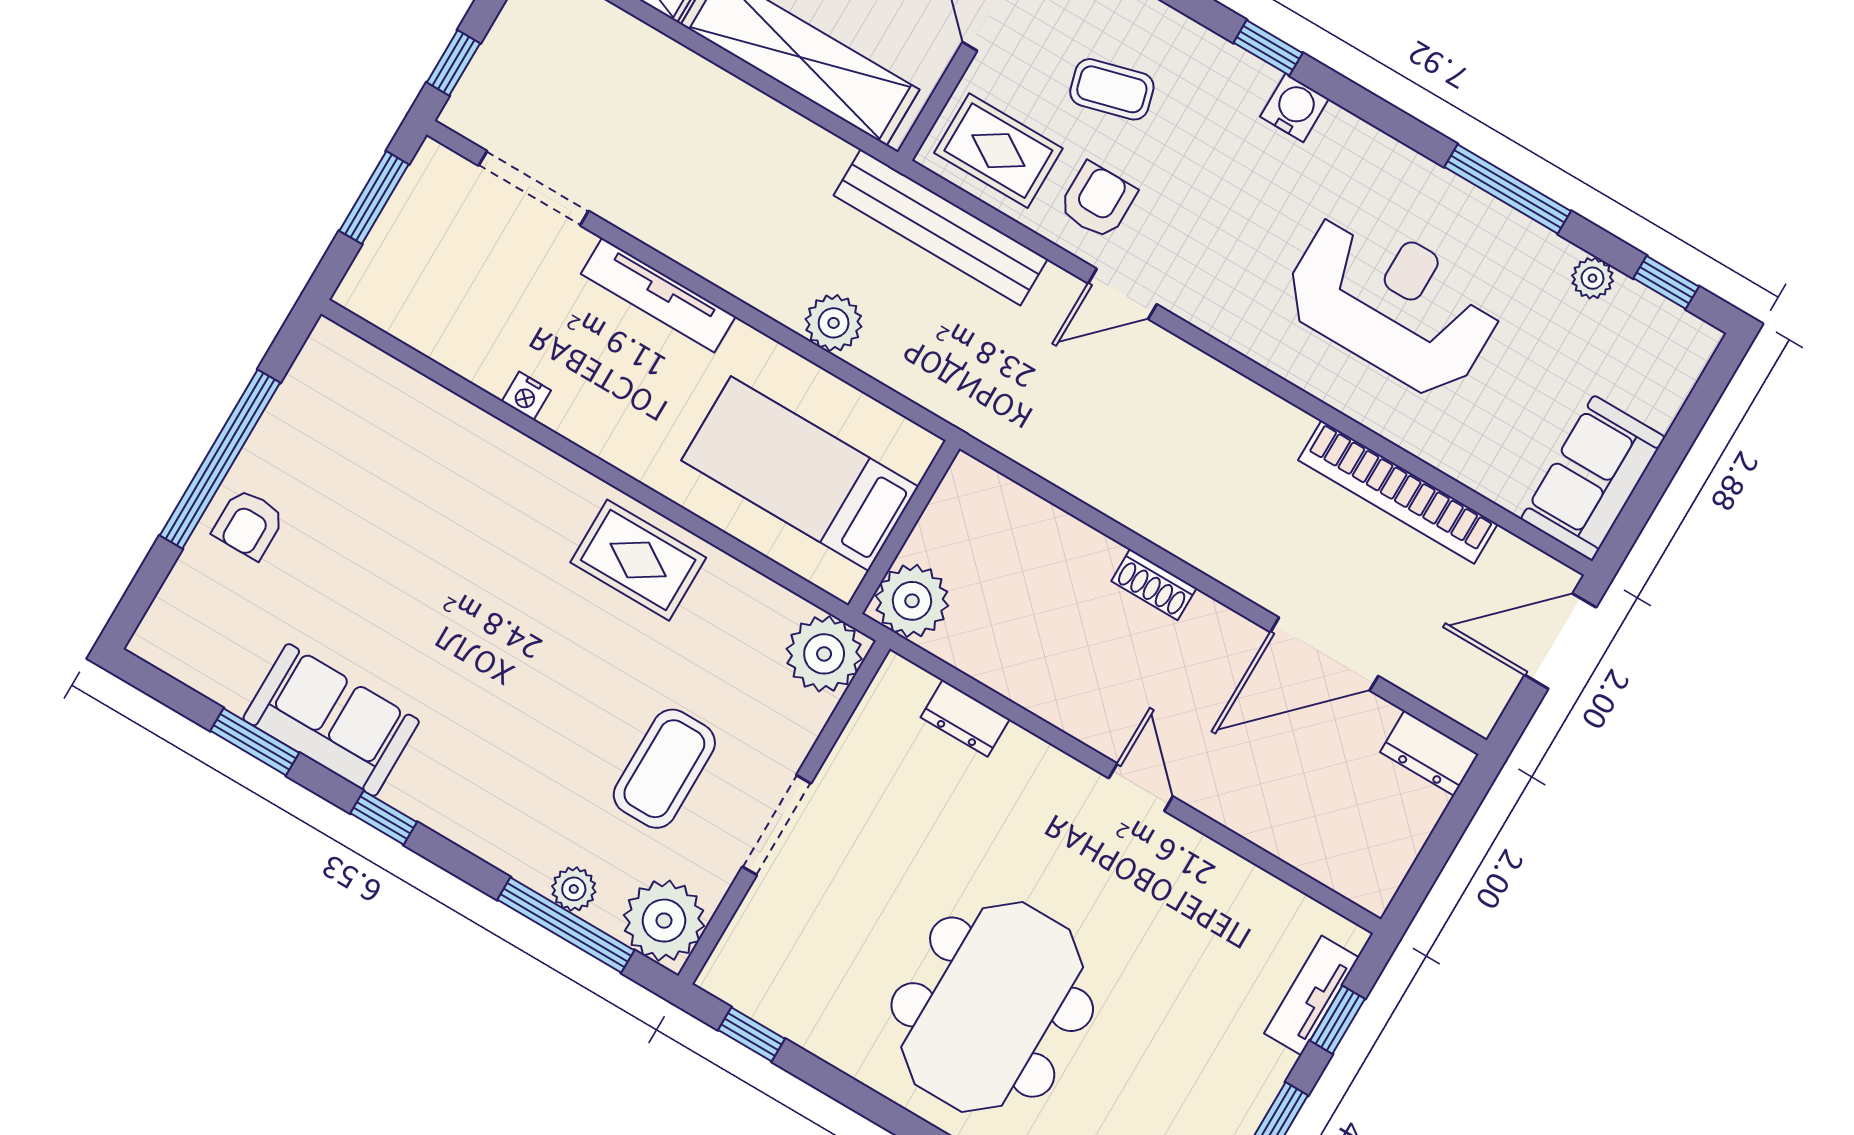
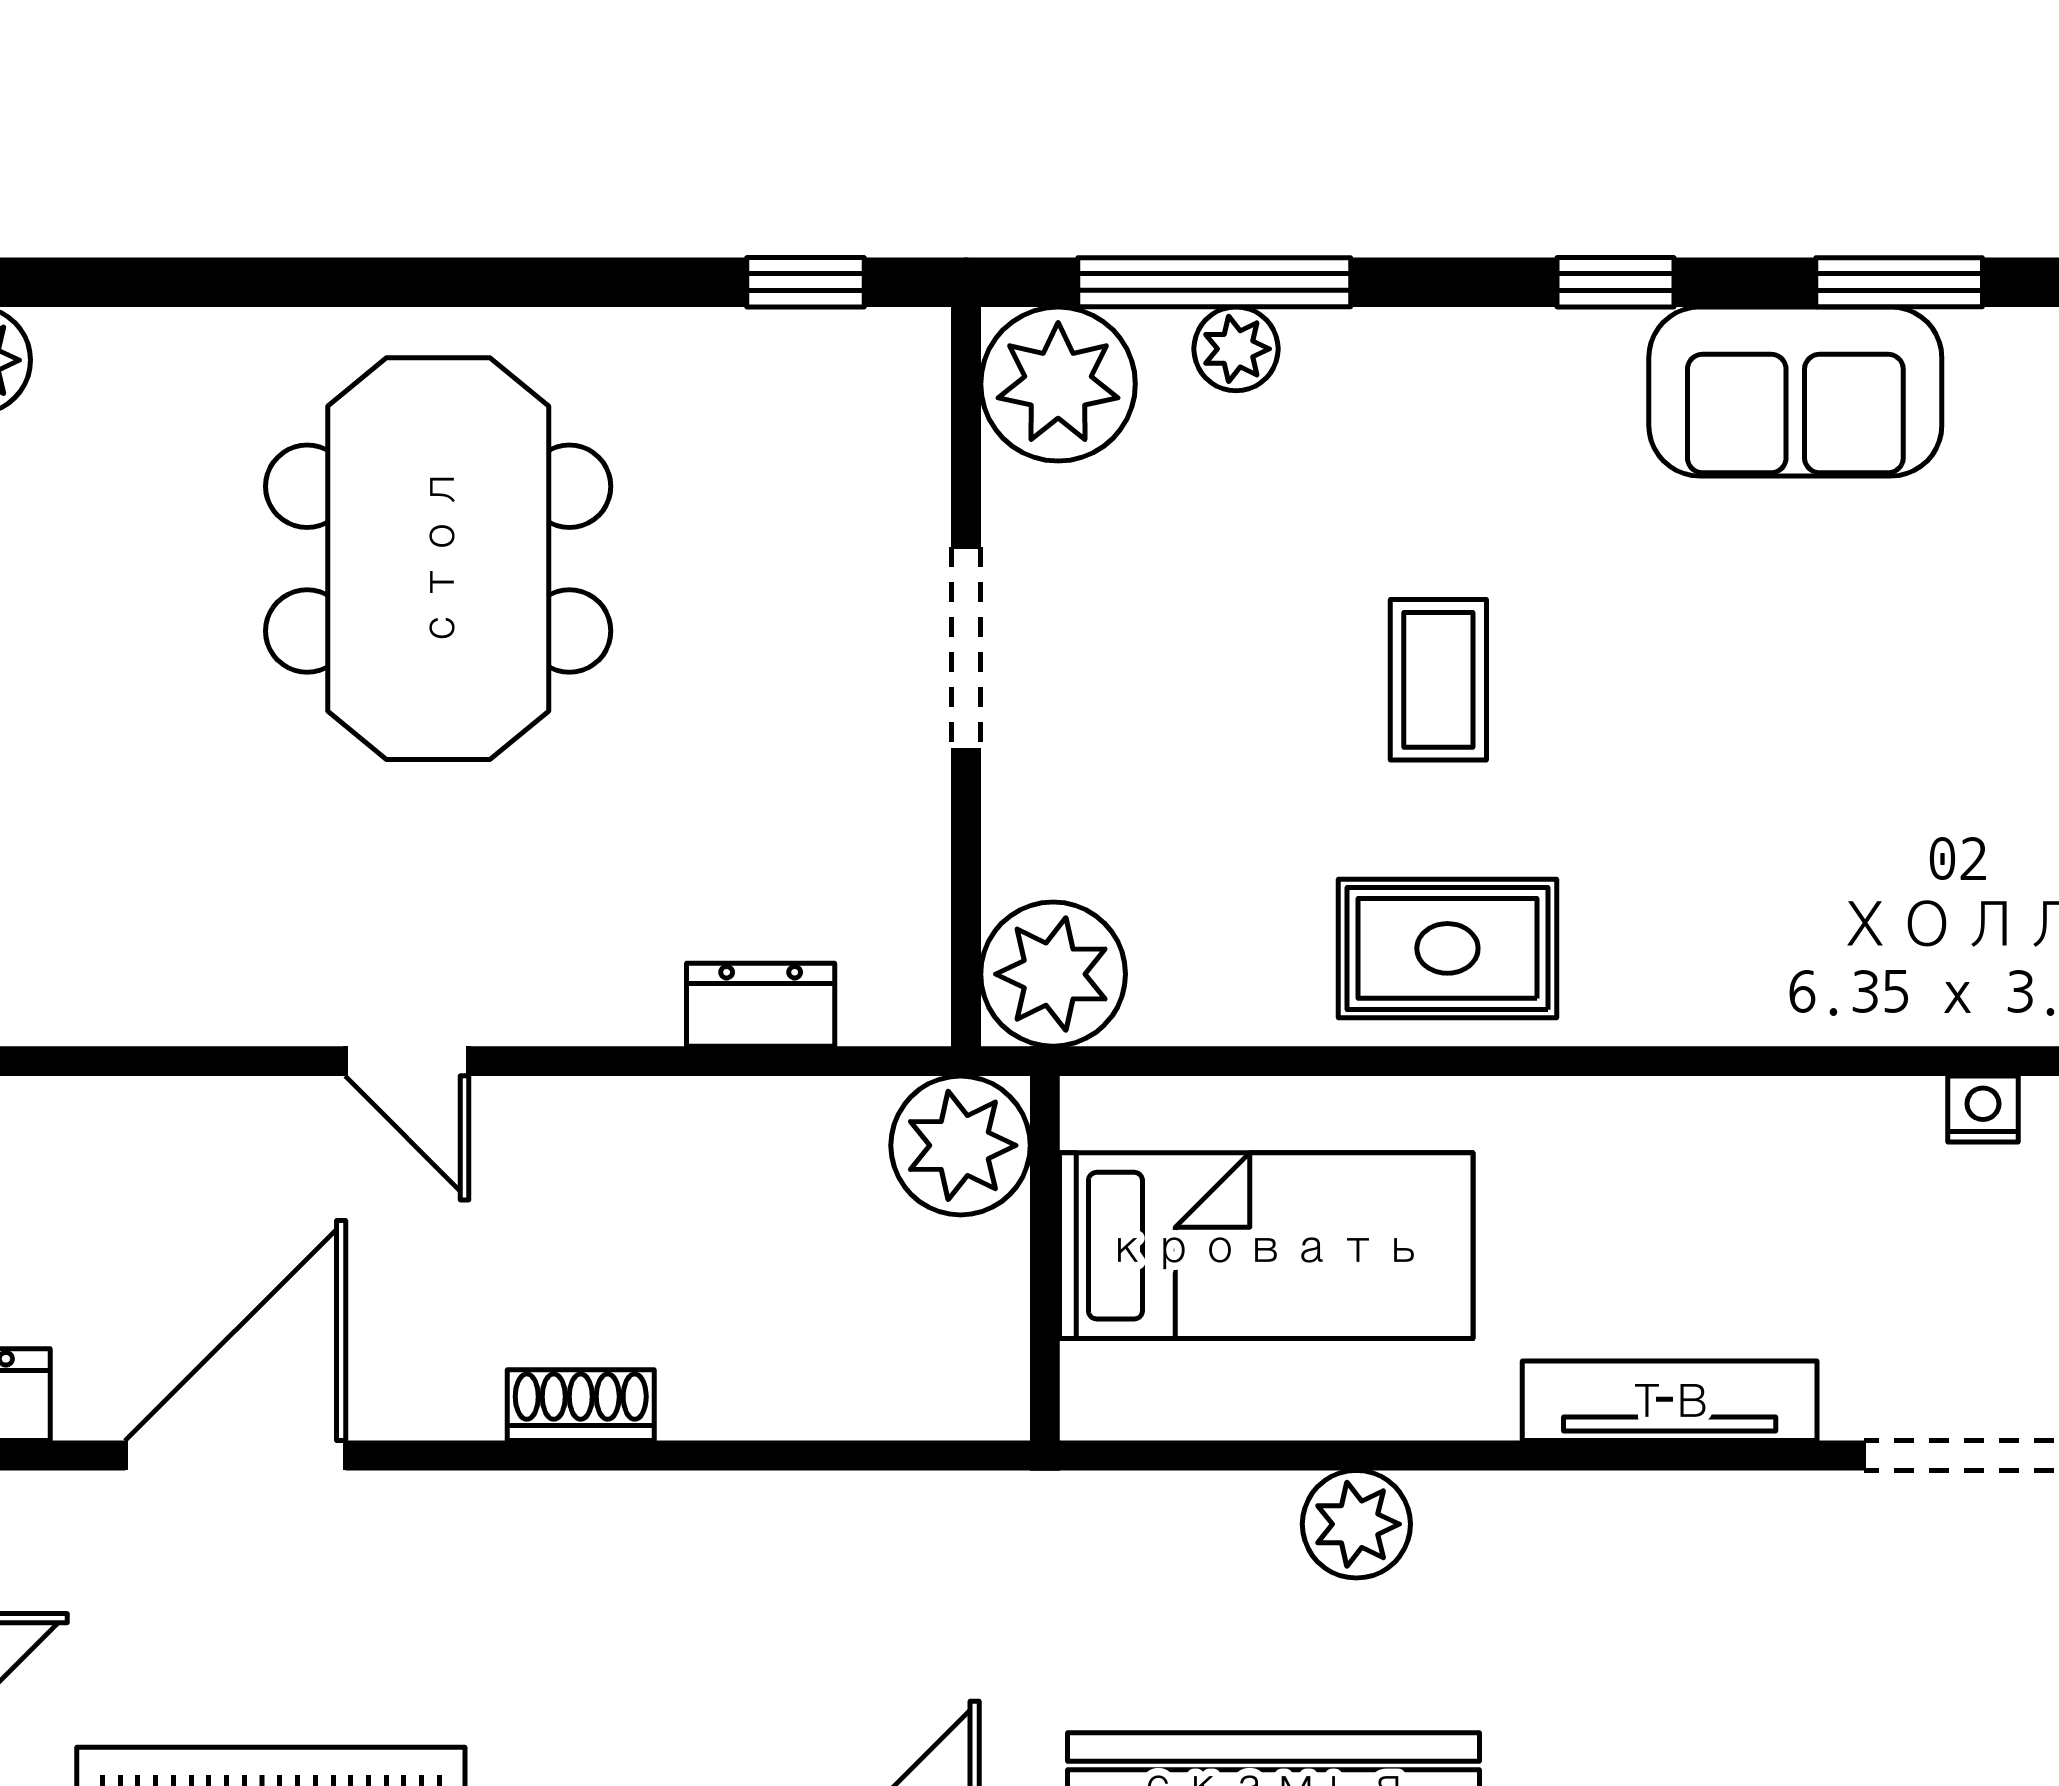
nightstand: (526, 396) -> (1983, 1109), moved
coffee table: (664, 769) -> (1438, 680), moved, width x0.73, depth x0.77

